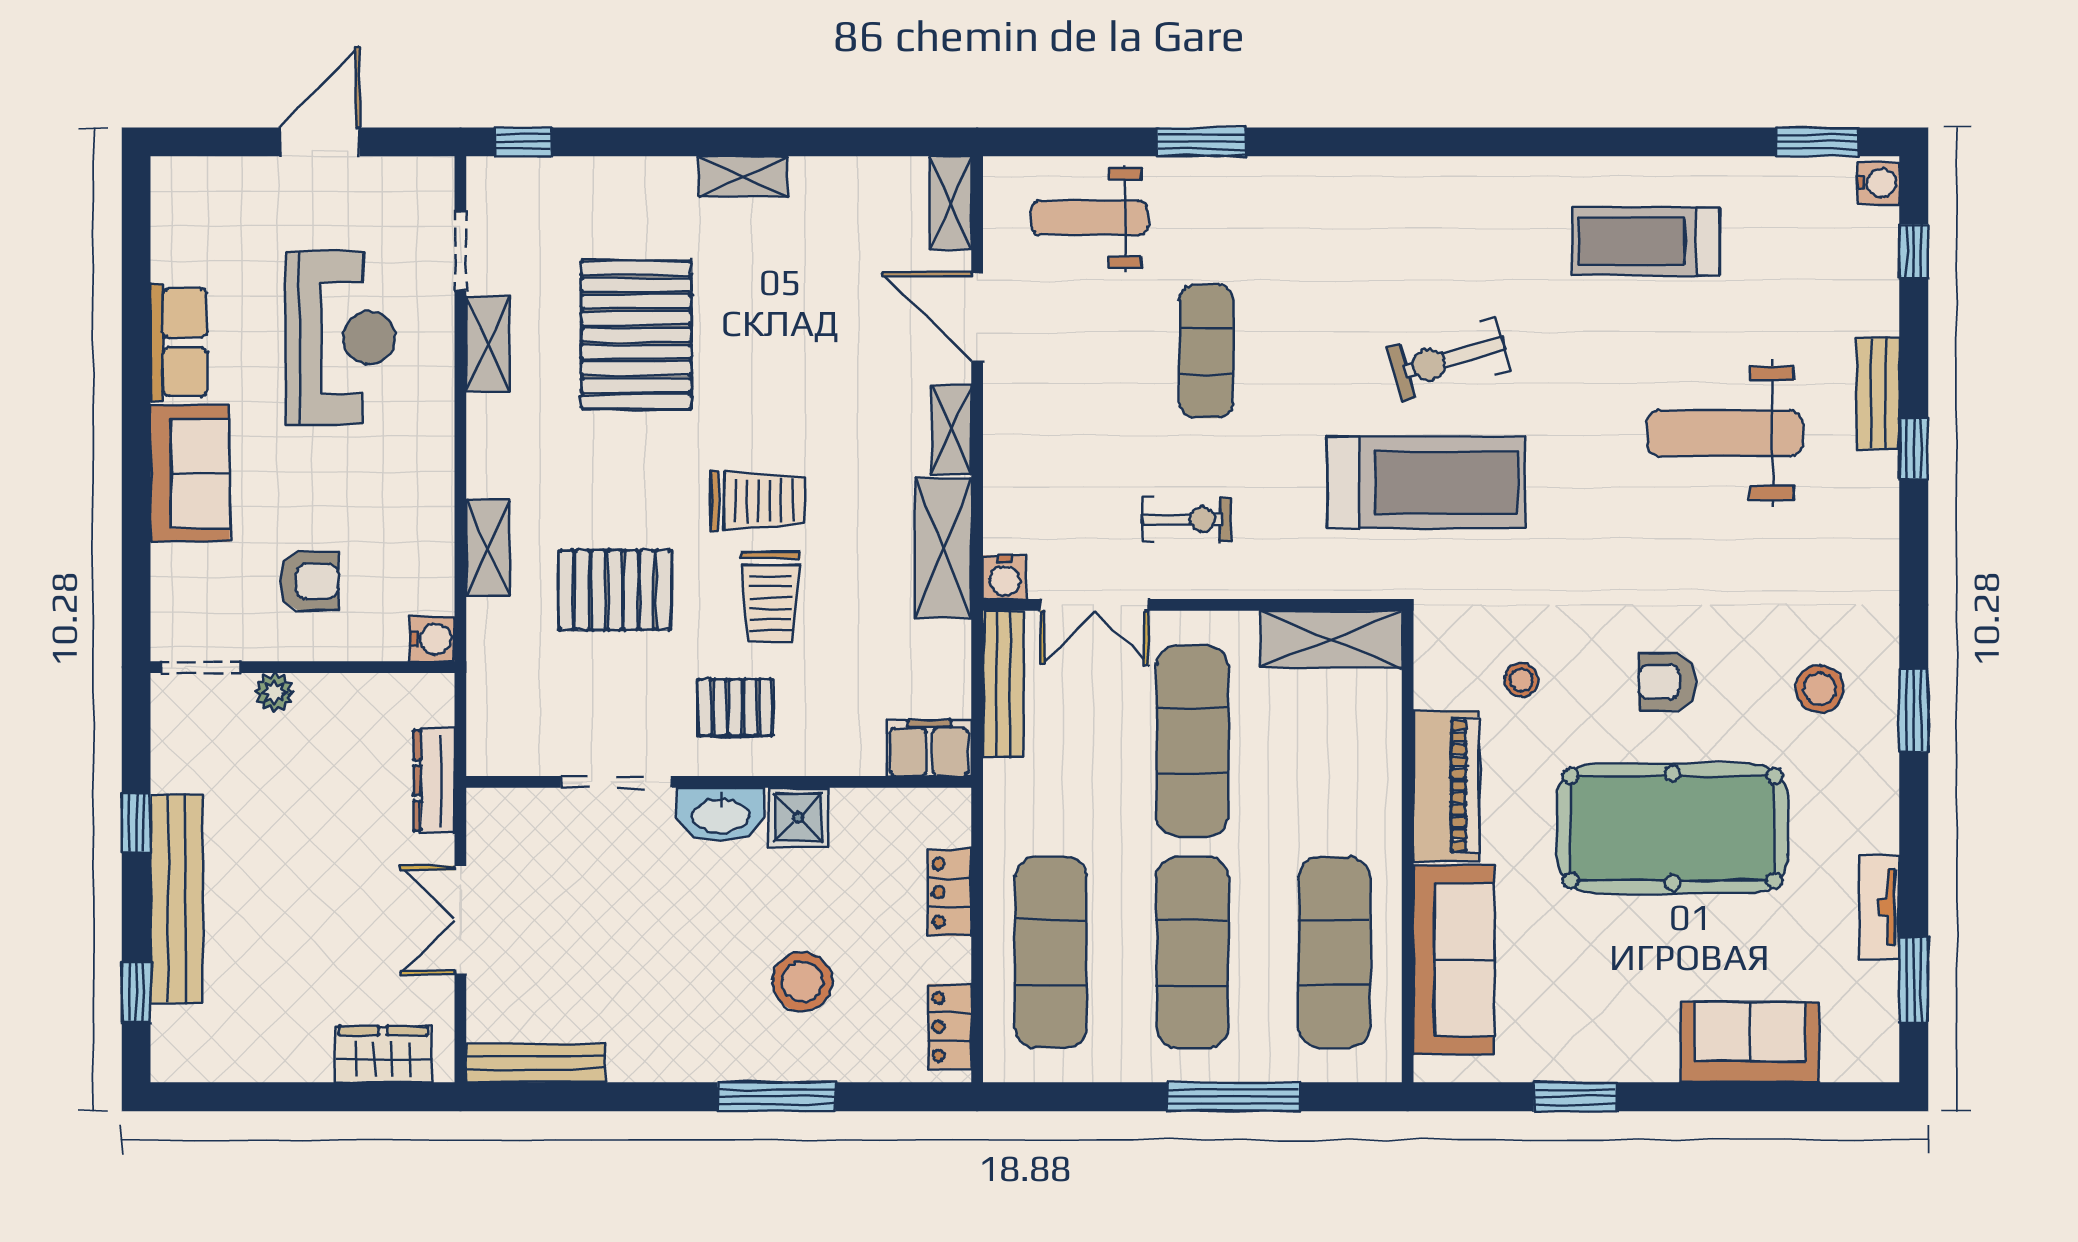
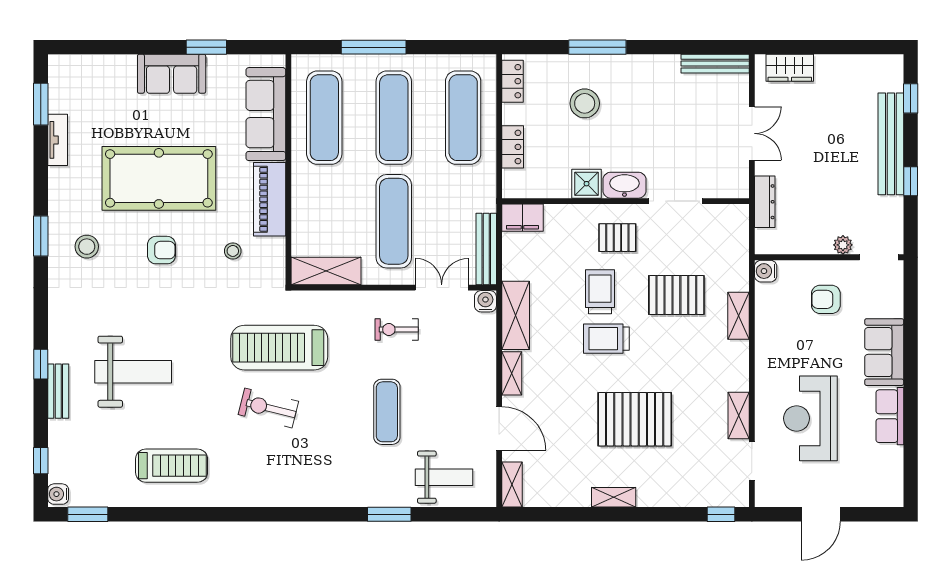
pallet: (636, 335) -> (635, 419), moved, turned 90
exercise bike: (1449, 359) -> (268, 408), turned -150
sofa: (1750, 1042) -> (172, 74), moved

